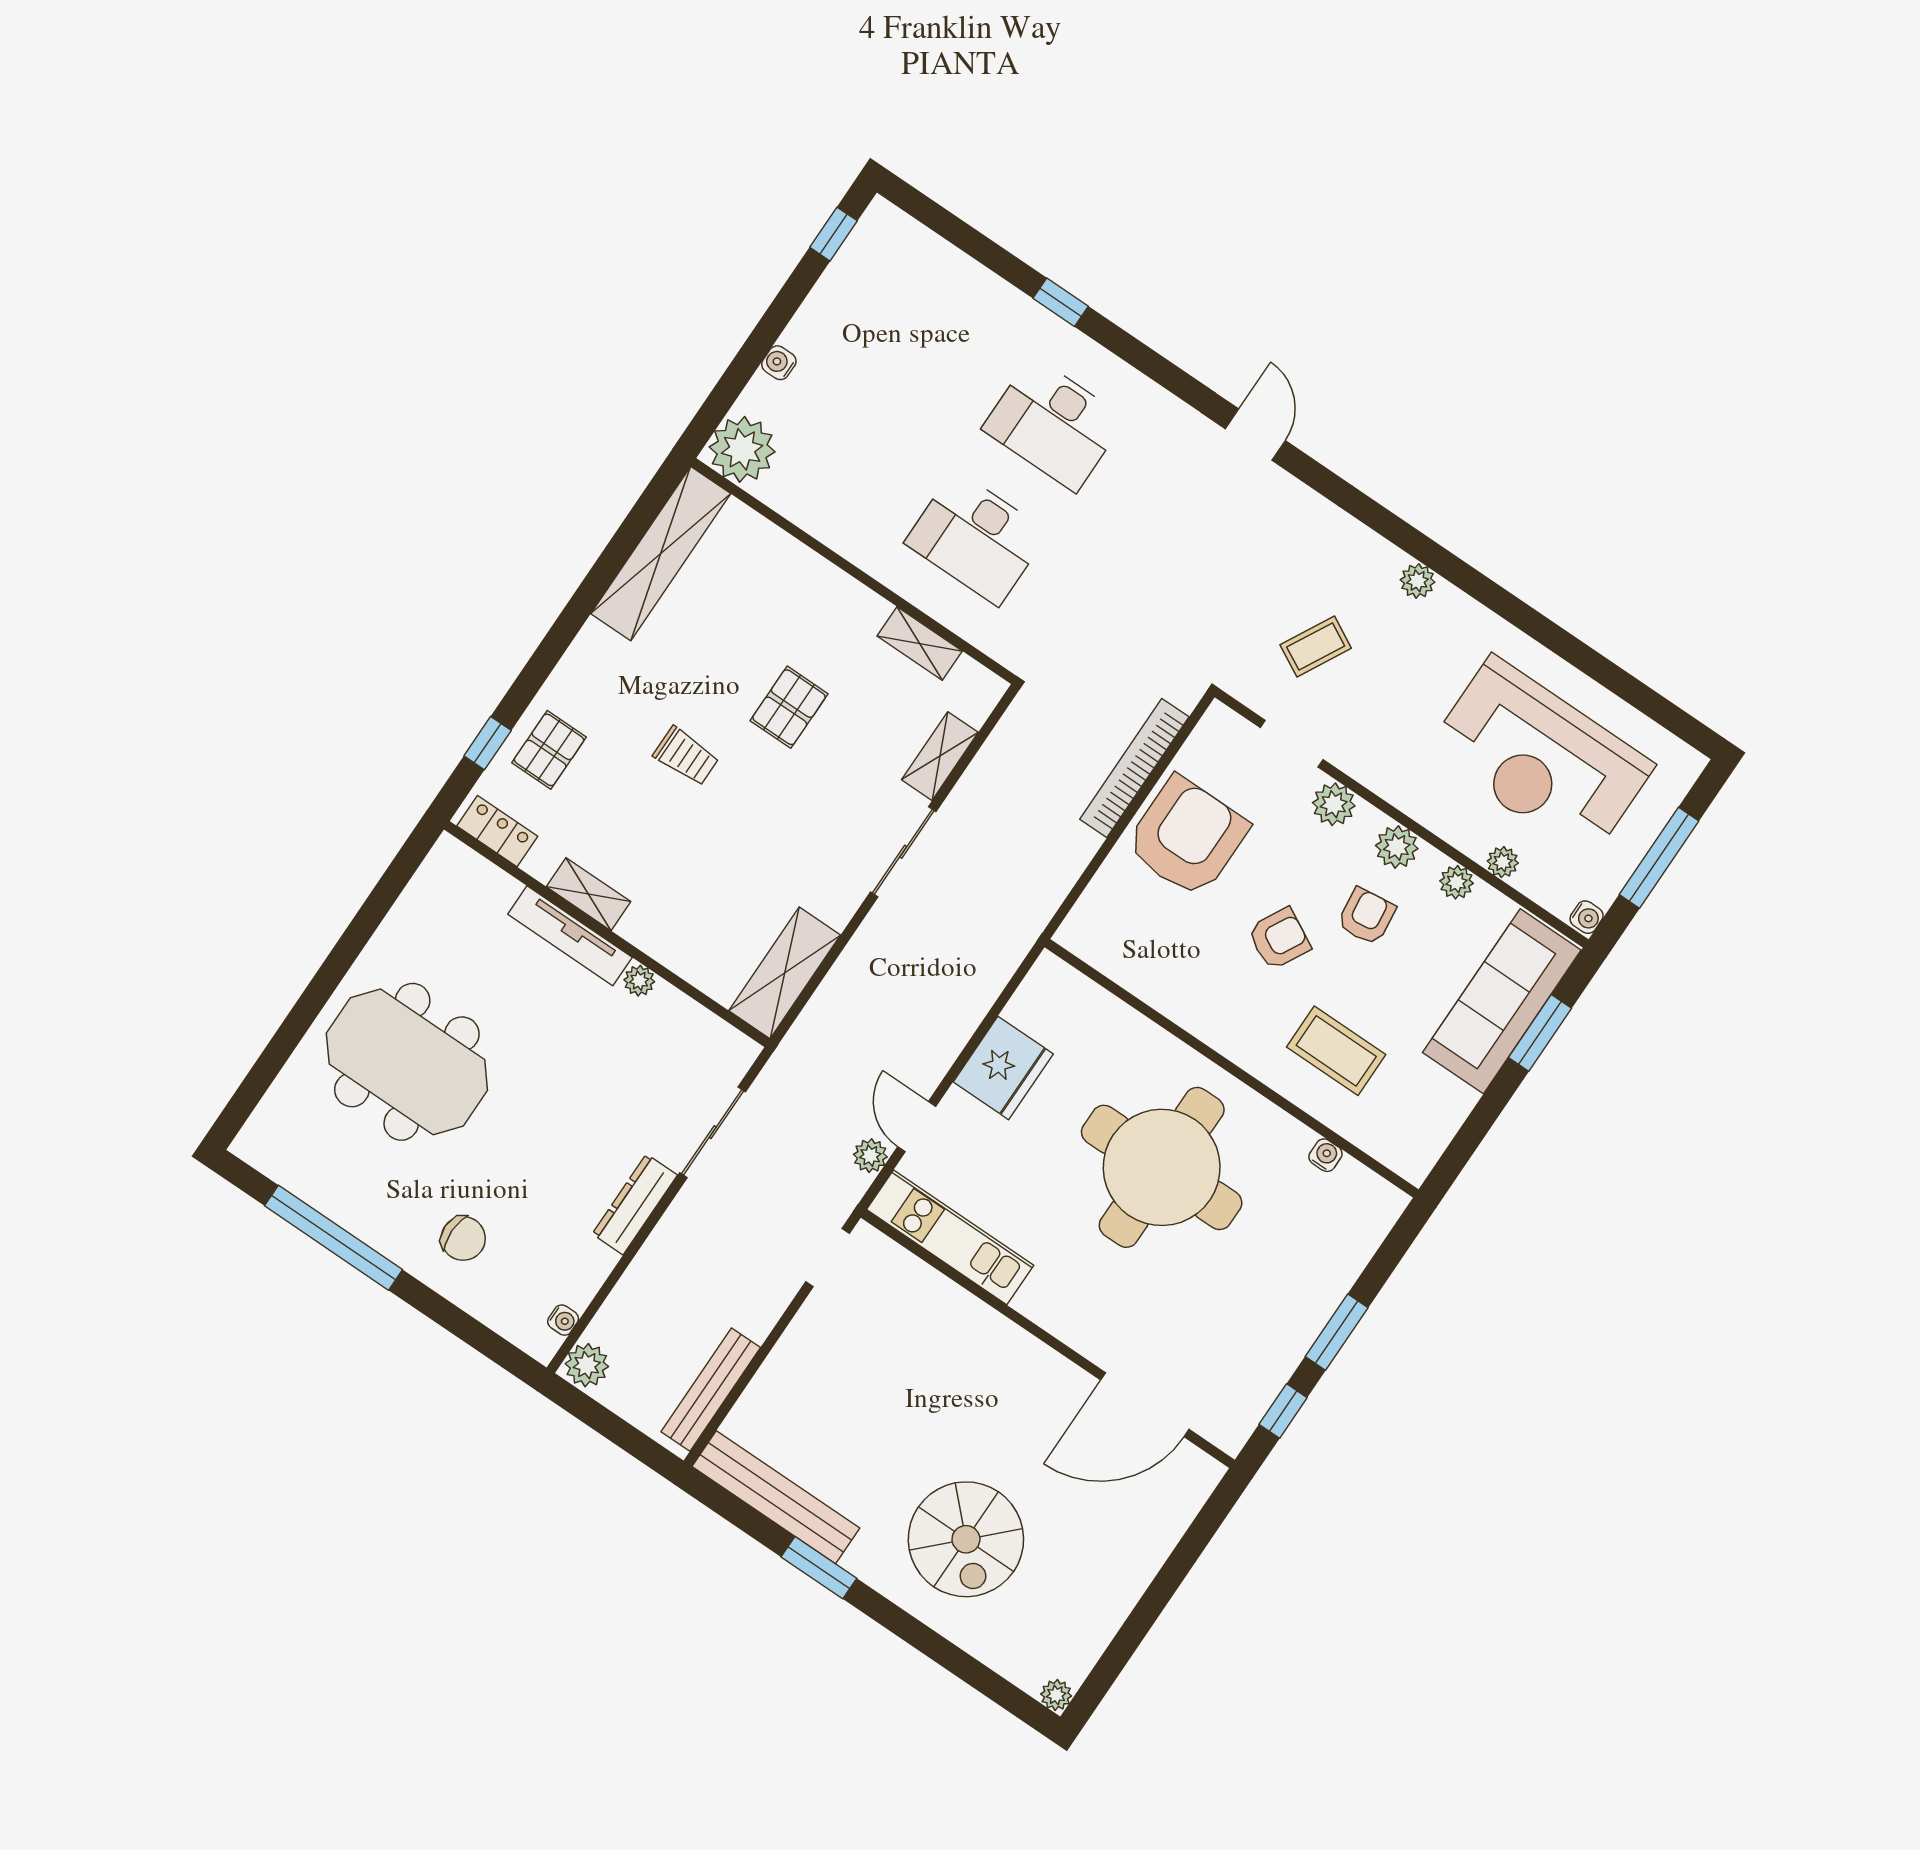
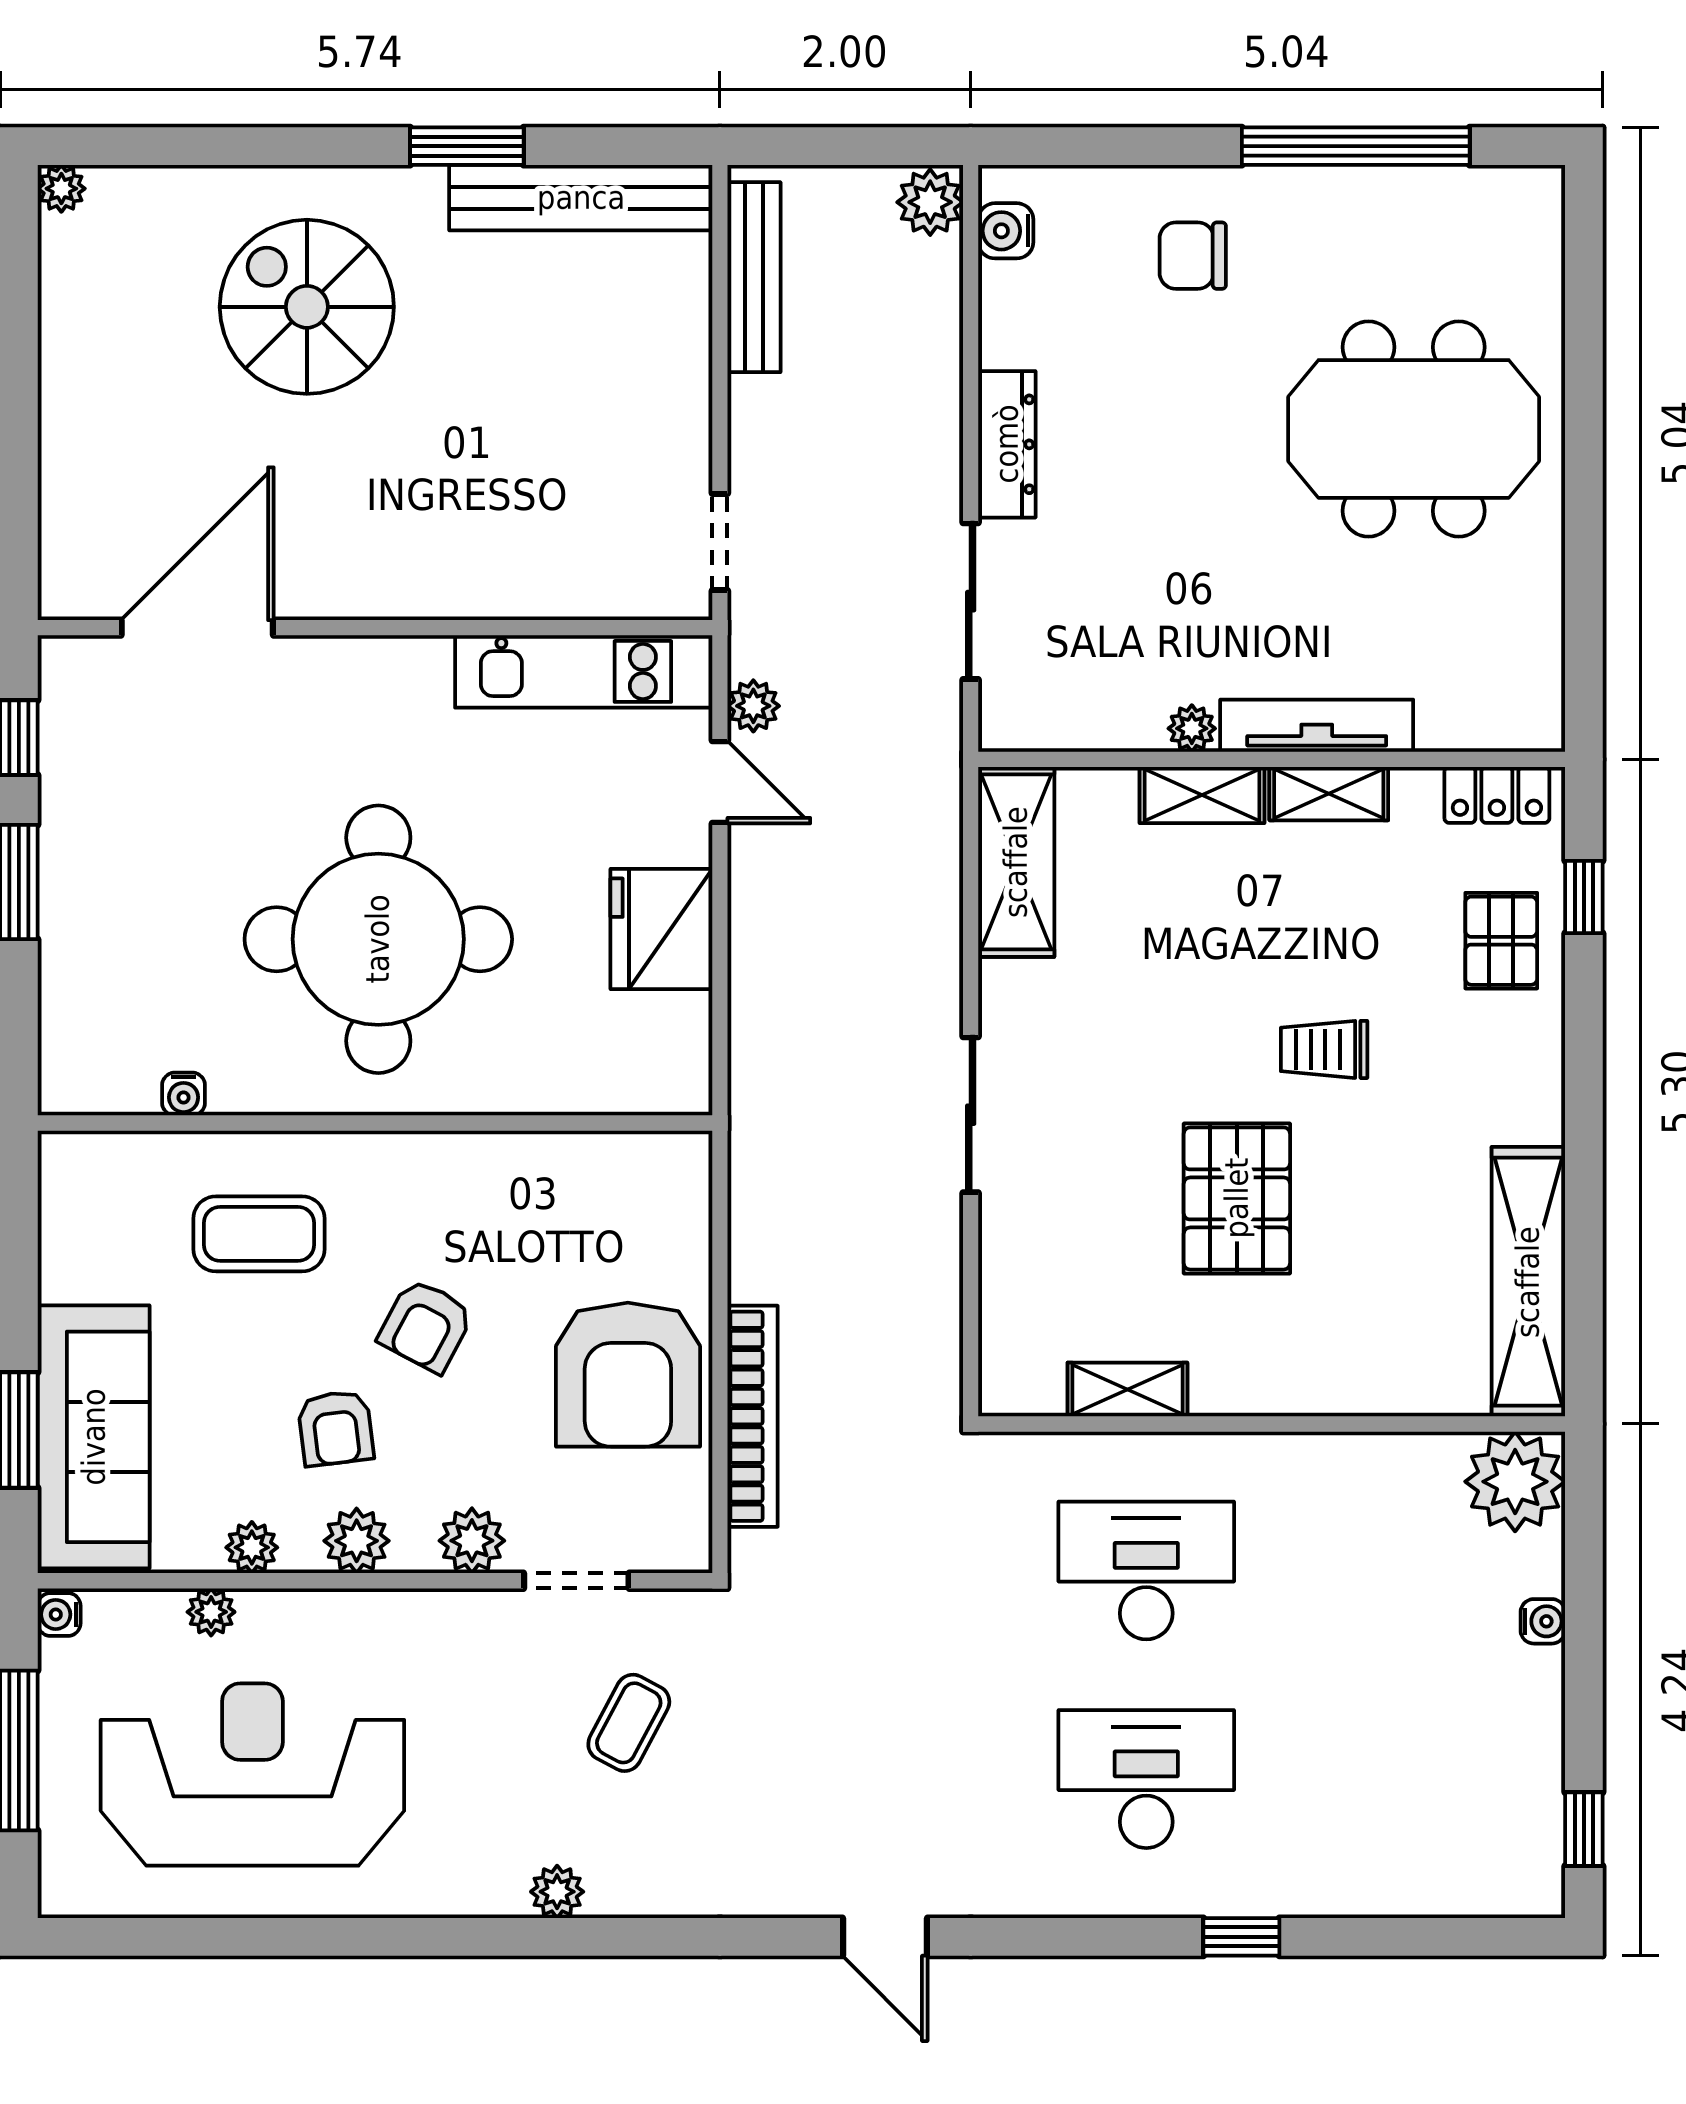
pallet: (789, 707) -> (1237, 1198), width x1.50, depth x1.42
shelving: (940, 756) -> (1202, 795), moved, turned 90
water cooler: (563, 1320) -> (1006, 231), width x1.38, depth x1.38

